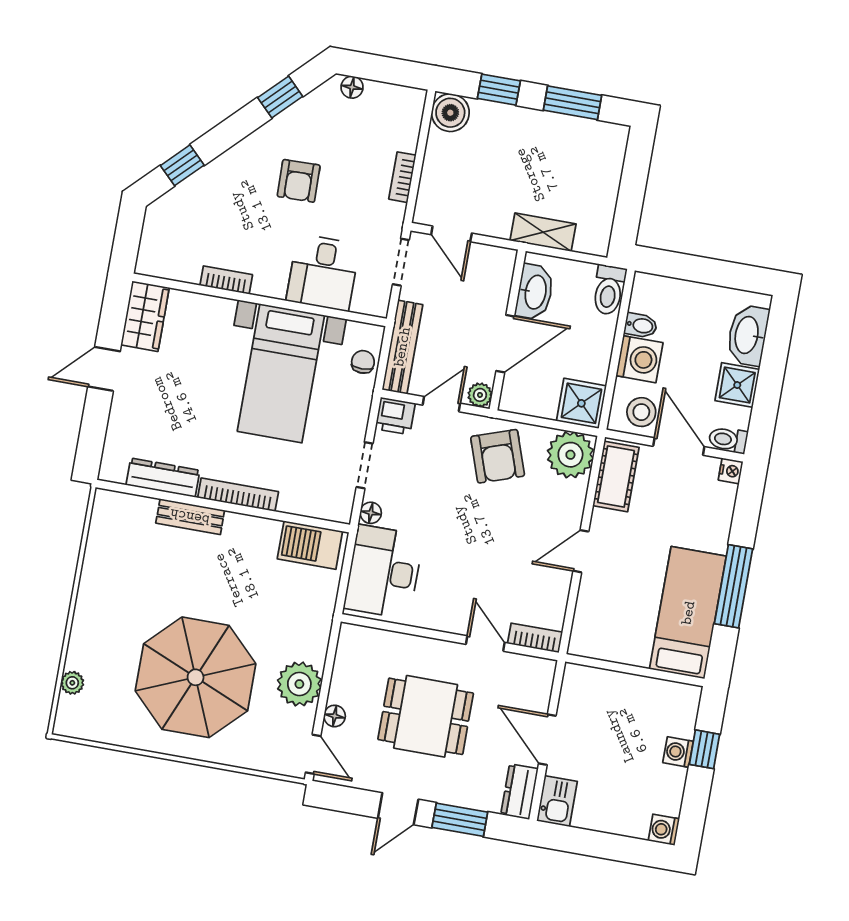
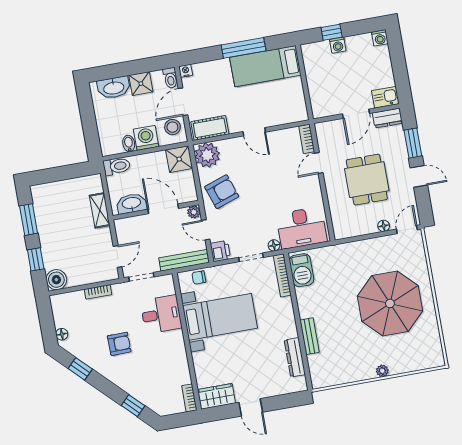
bookcase: (226, 280) -> (189, 398), moved
bookcase: (238, 495) -> (282, 275), moved
plant: (72, 683) -> (382, 371), moved
plant: (299, 684) -> (374, 250), removed

